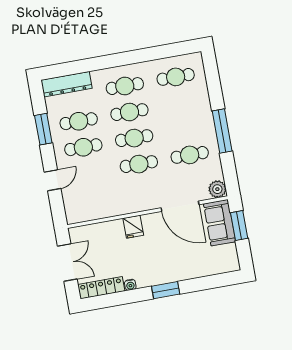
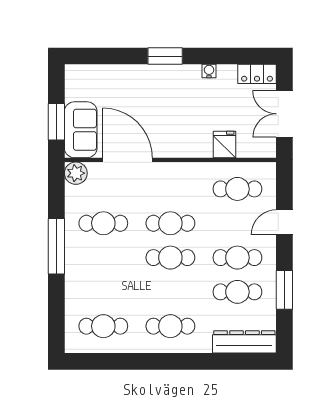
cafe table: (129, 112) -> (237, 189), moved
fridge: (133, 227) -> (224, 144), moved
locker: (101, 288) -> (257, 74), width x0.66

